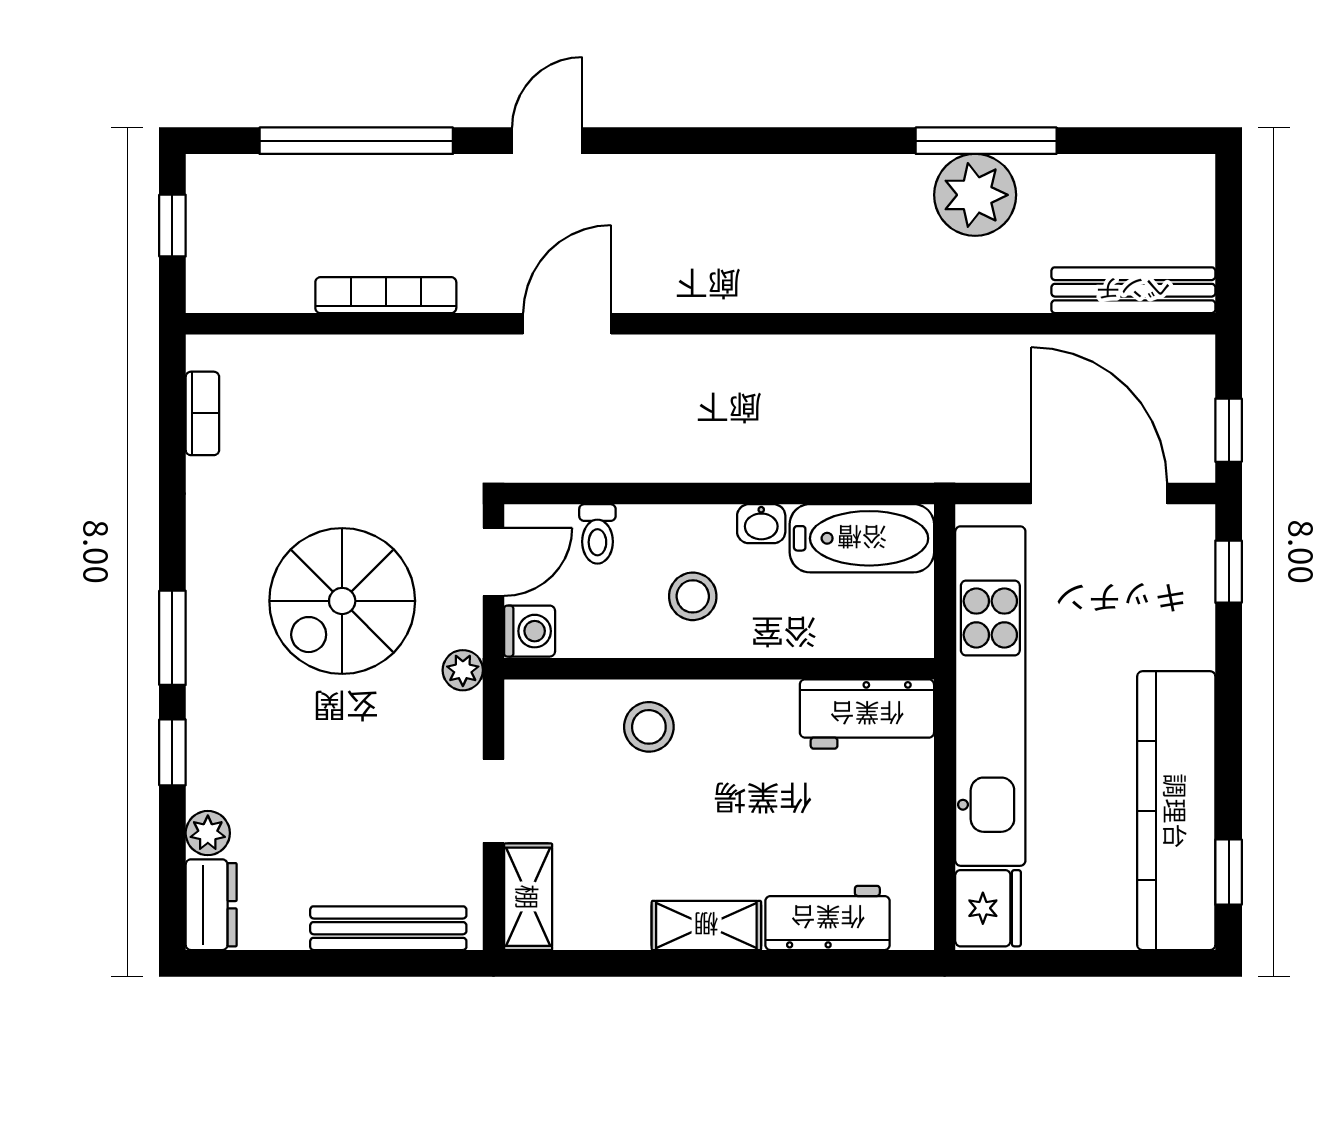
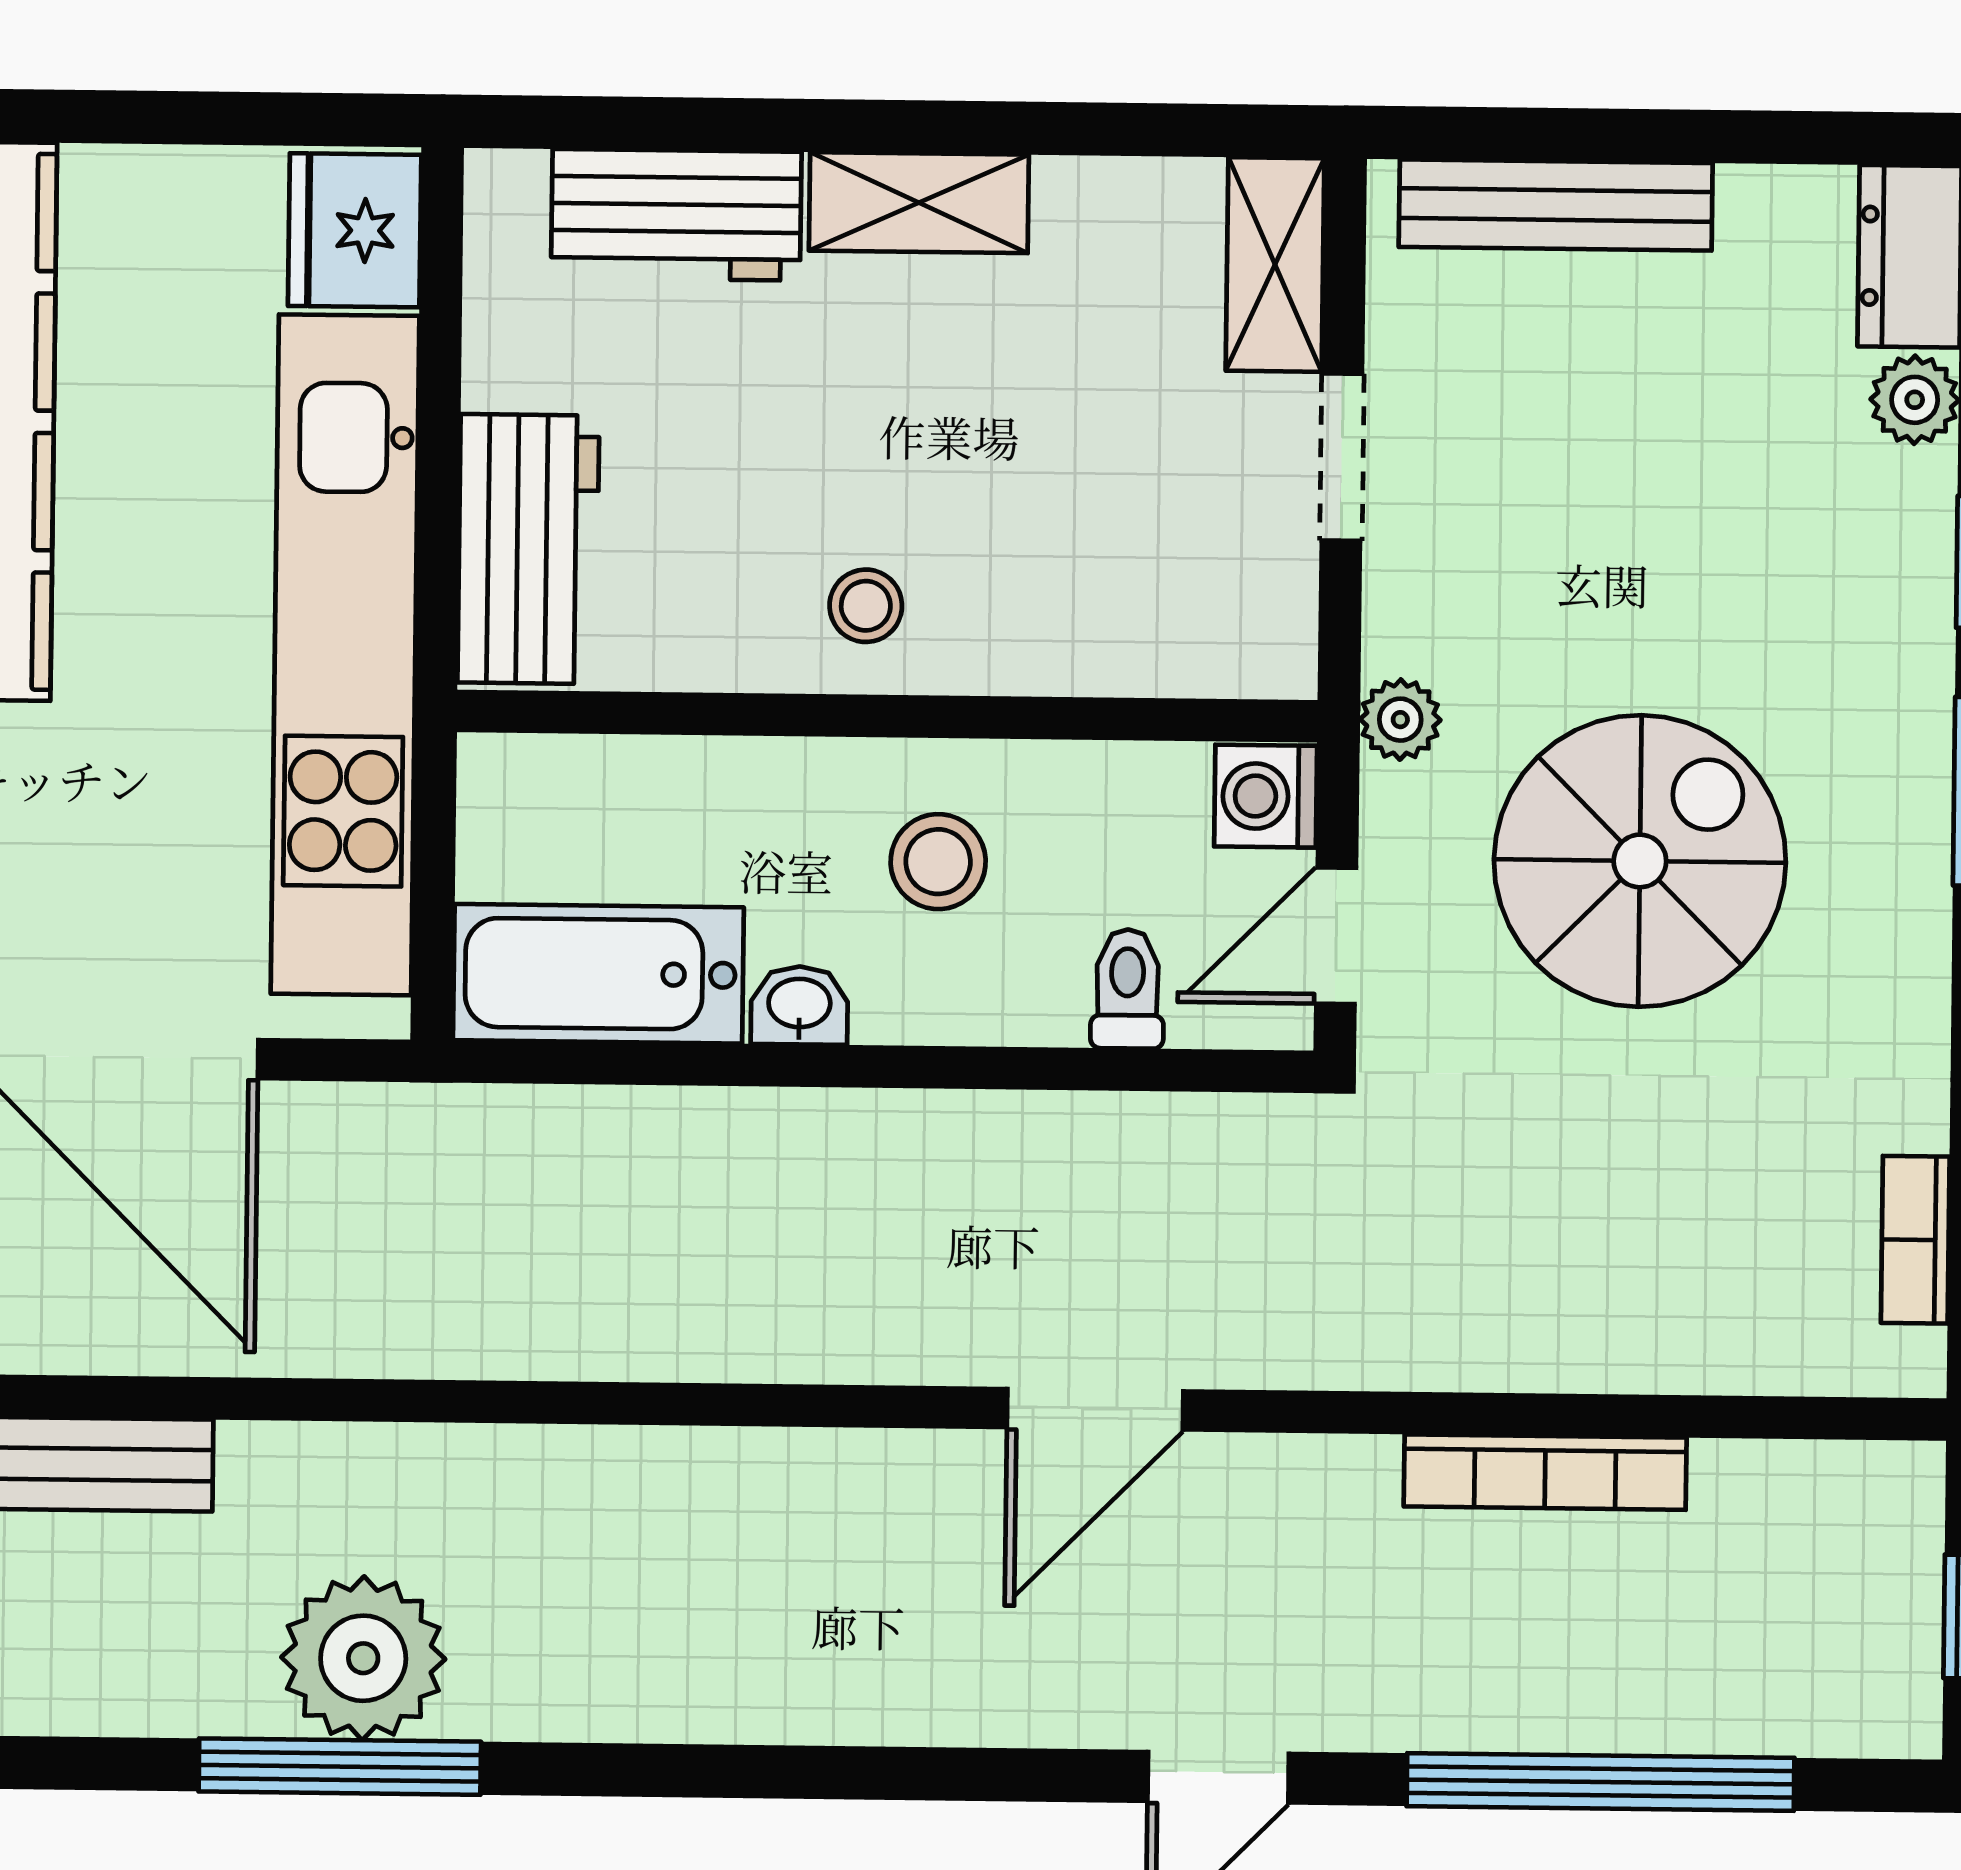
door: (567, 324) -> (1095, 1409), moved
workbench: (867, 714) -> (528, 549), moved, turned 90
stool: (649, 727) -> (866, 606), moved, width x0.73, depth x0.73

